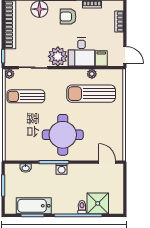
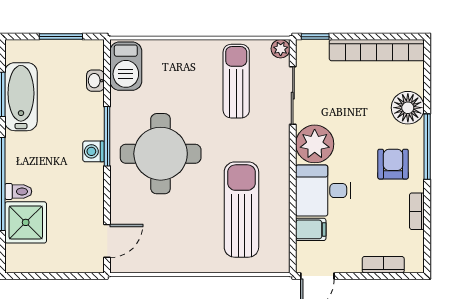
plant: (92, 74) -> (280, 211), removed
barbecue: (18, 152) -> (126, 66), added

